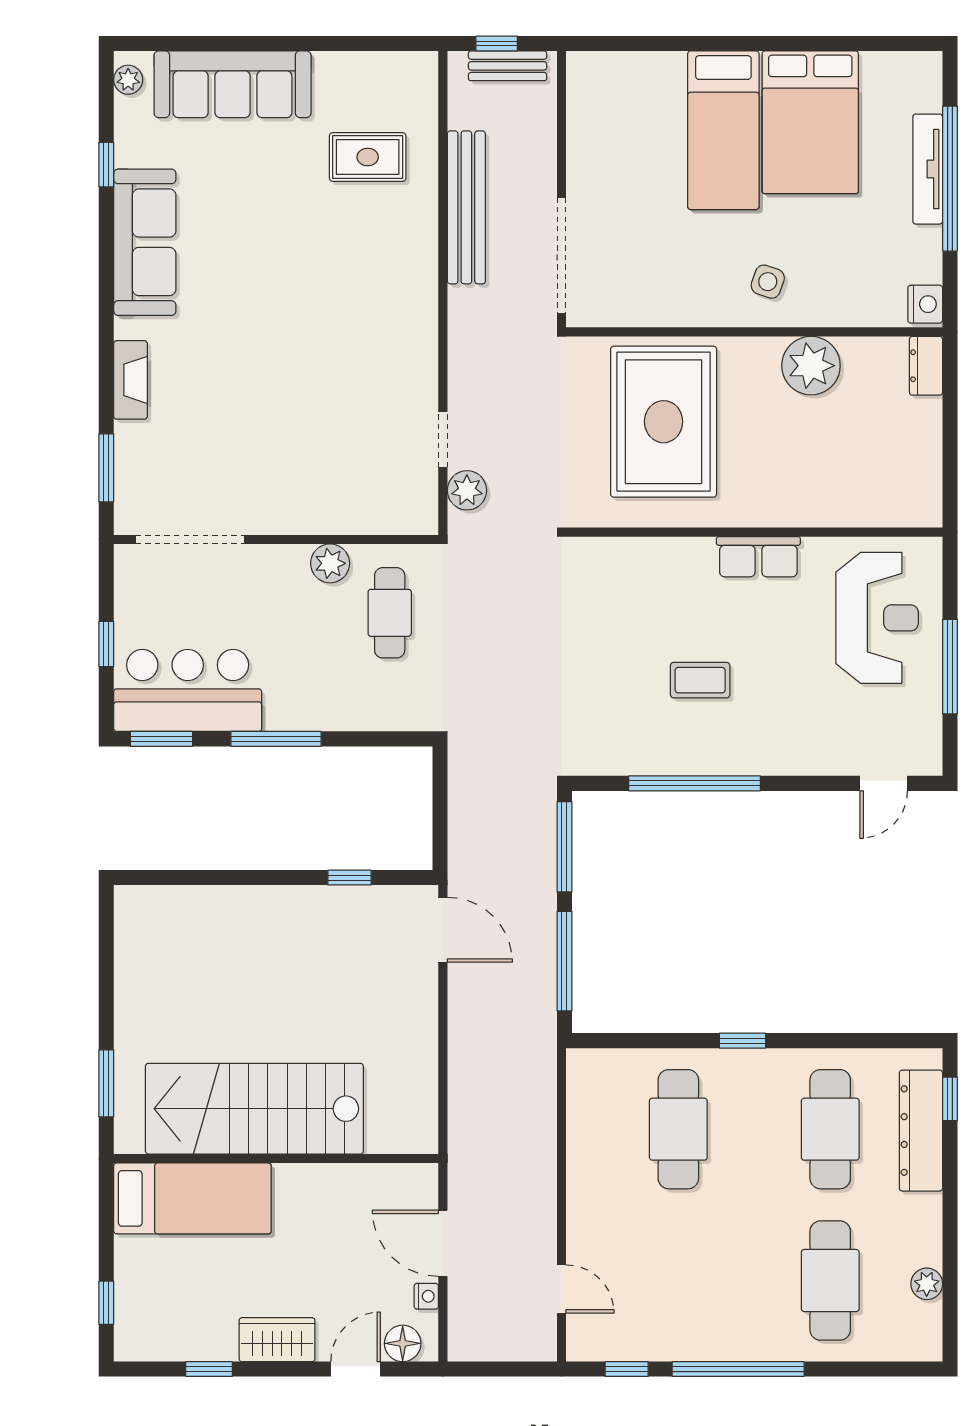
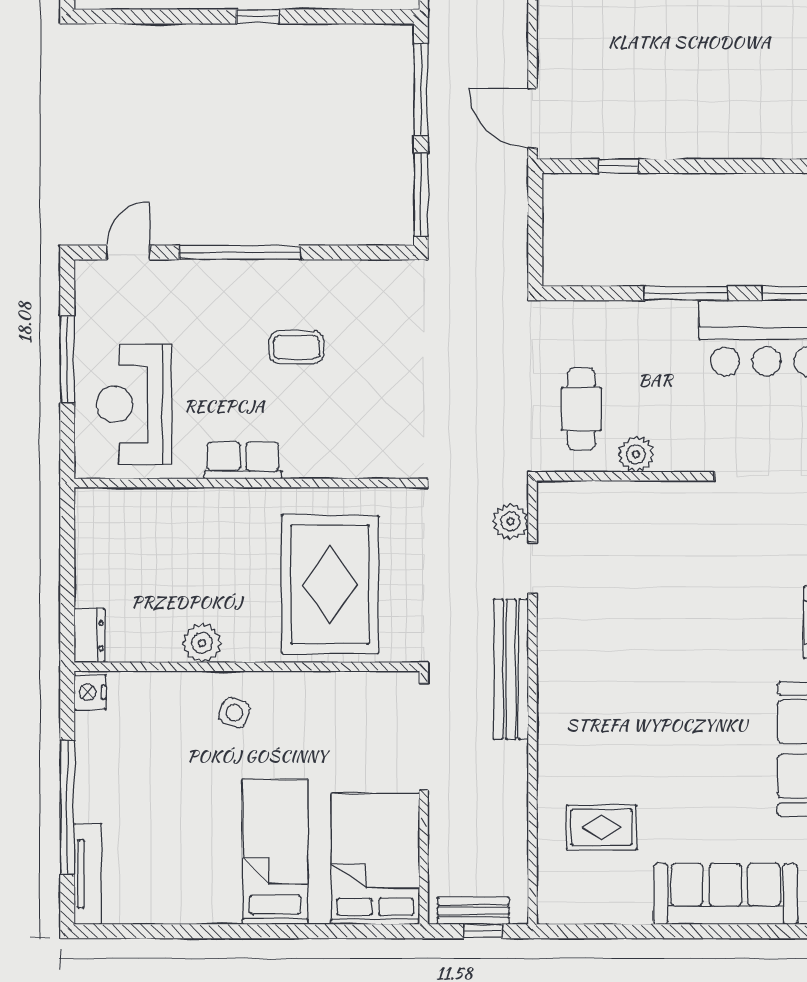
bed: (810, 122) -> (375, 859), moved
tv unit: (928, 169) -> (88, 874), moved
bench: (466, 207) -> (511, 669), moved
plant: (811, 366) -> (202, 643), width x0.73, depth x0.73
window: (695, 783) -> (240, 252), moved

